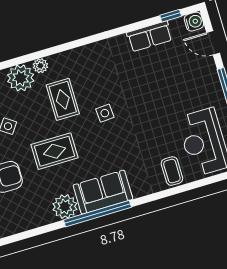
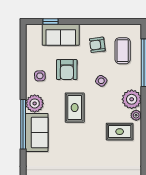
rug: (63, 99) -> (120, 132), moved
side table: (105, 113) -> (40, 76), moved

